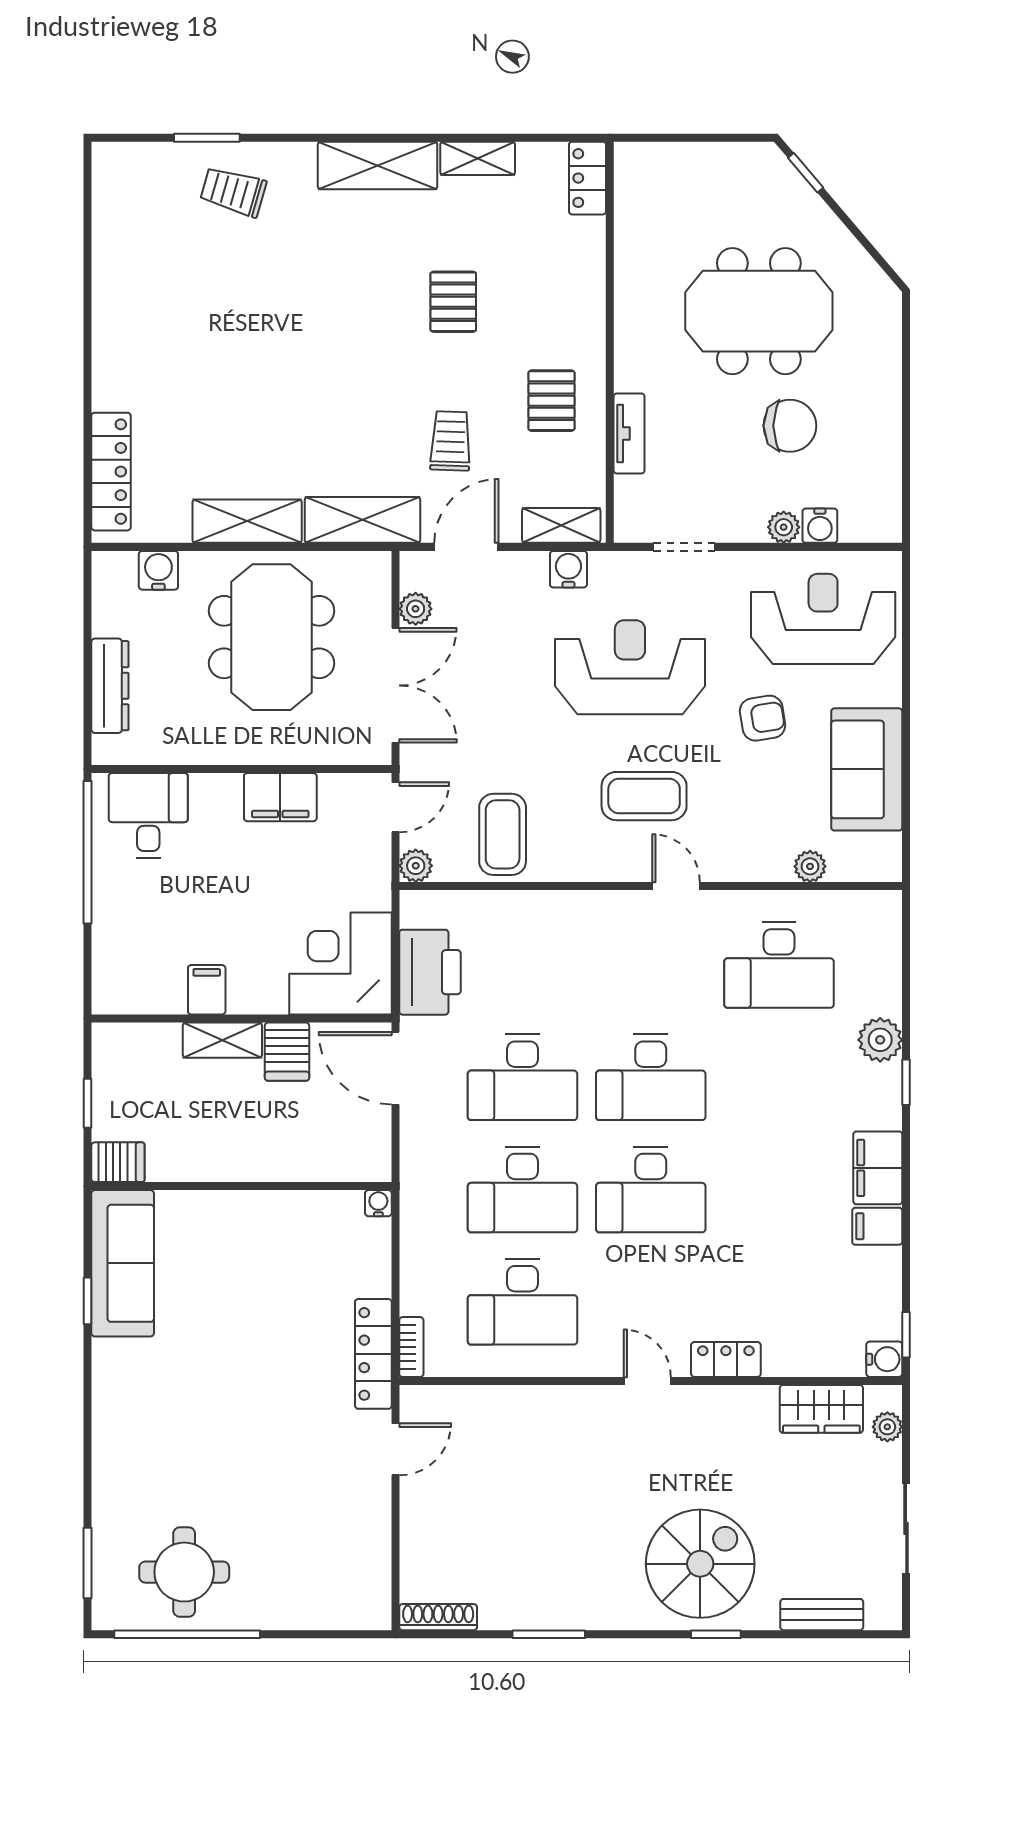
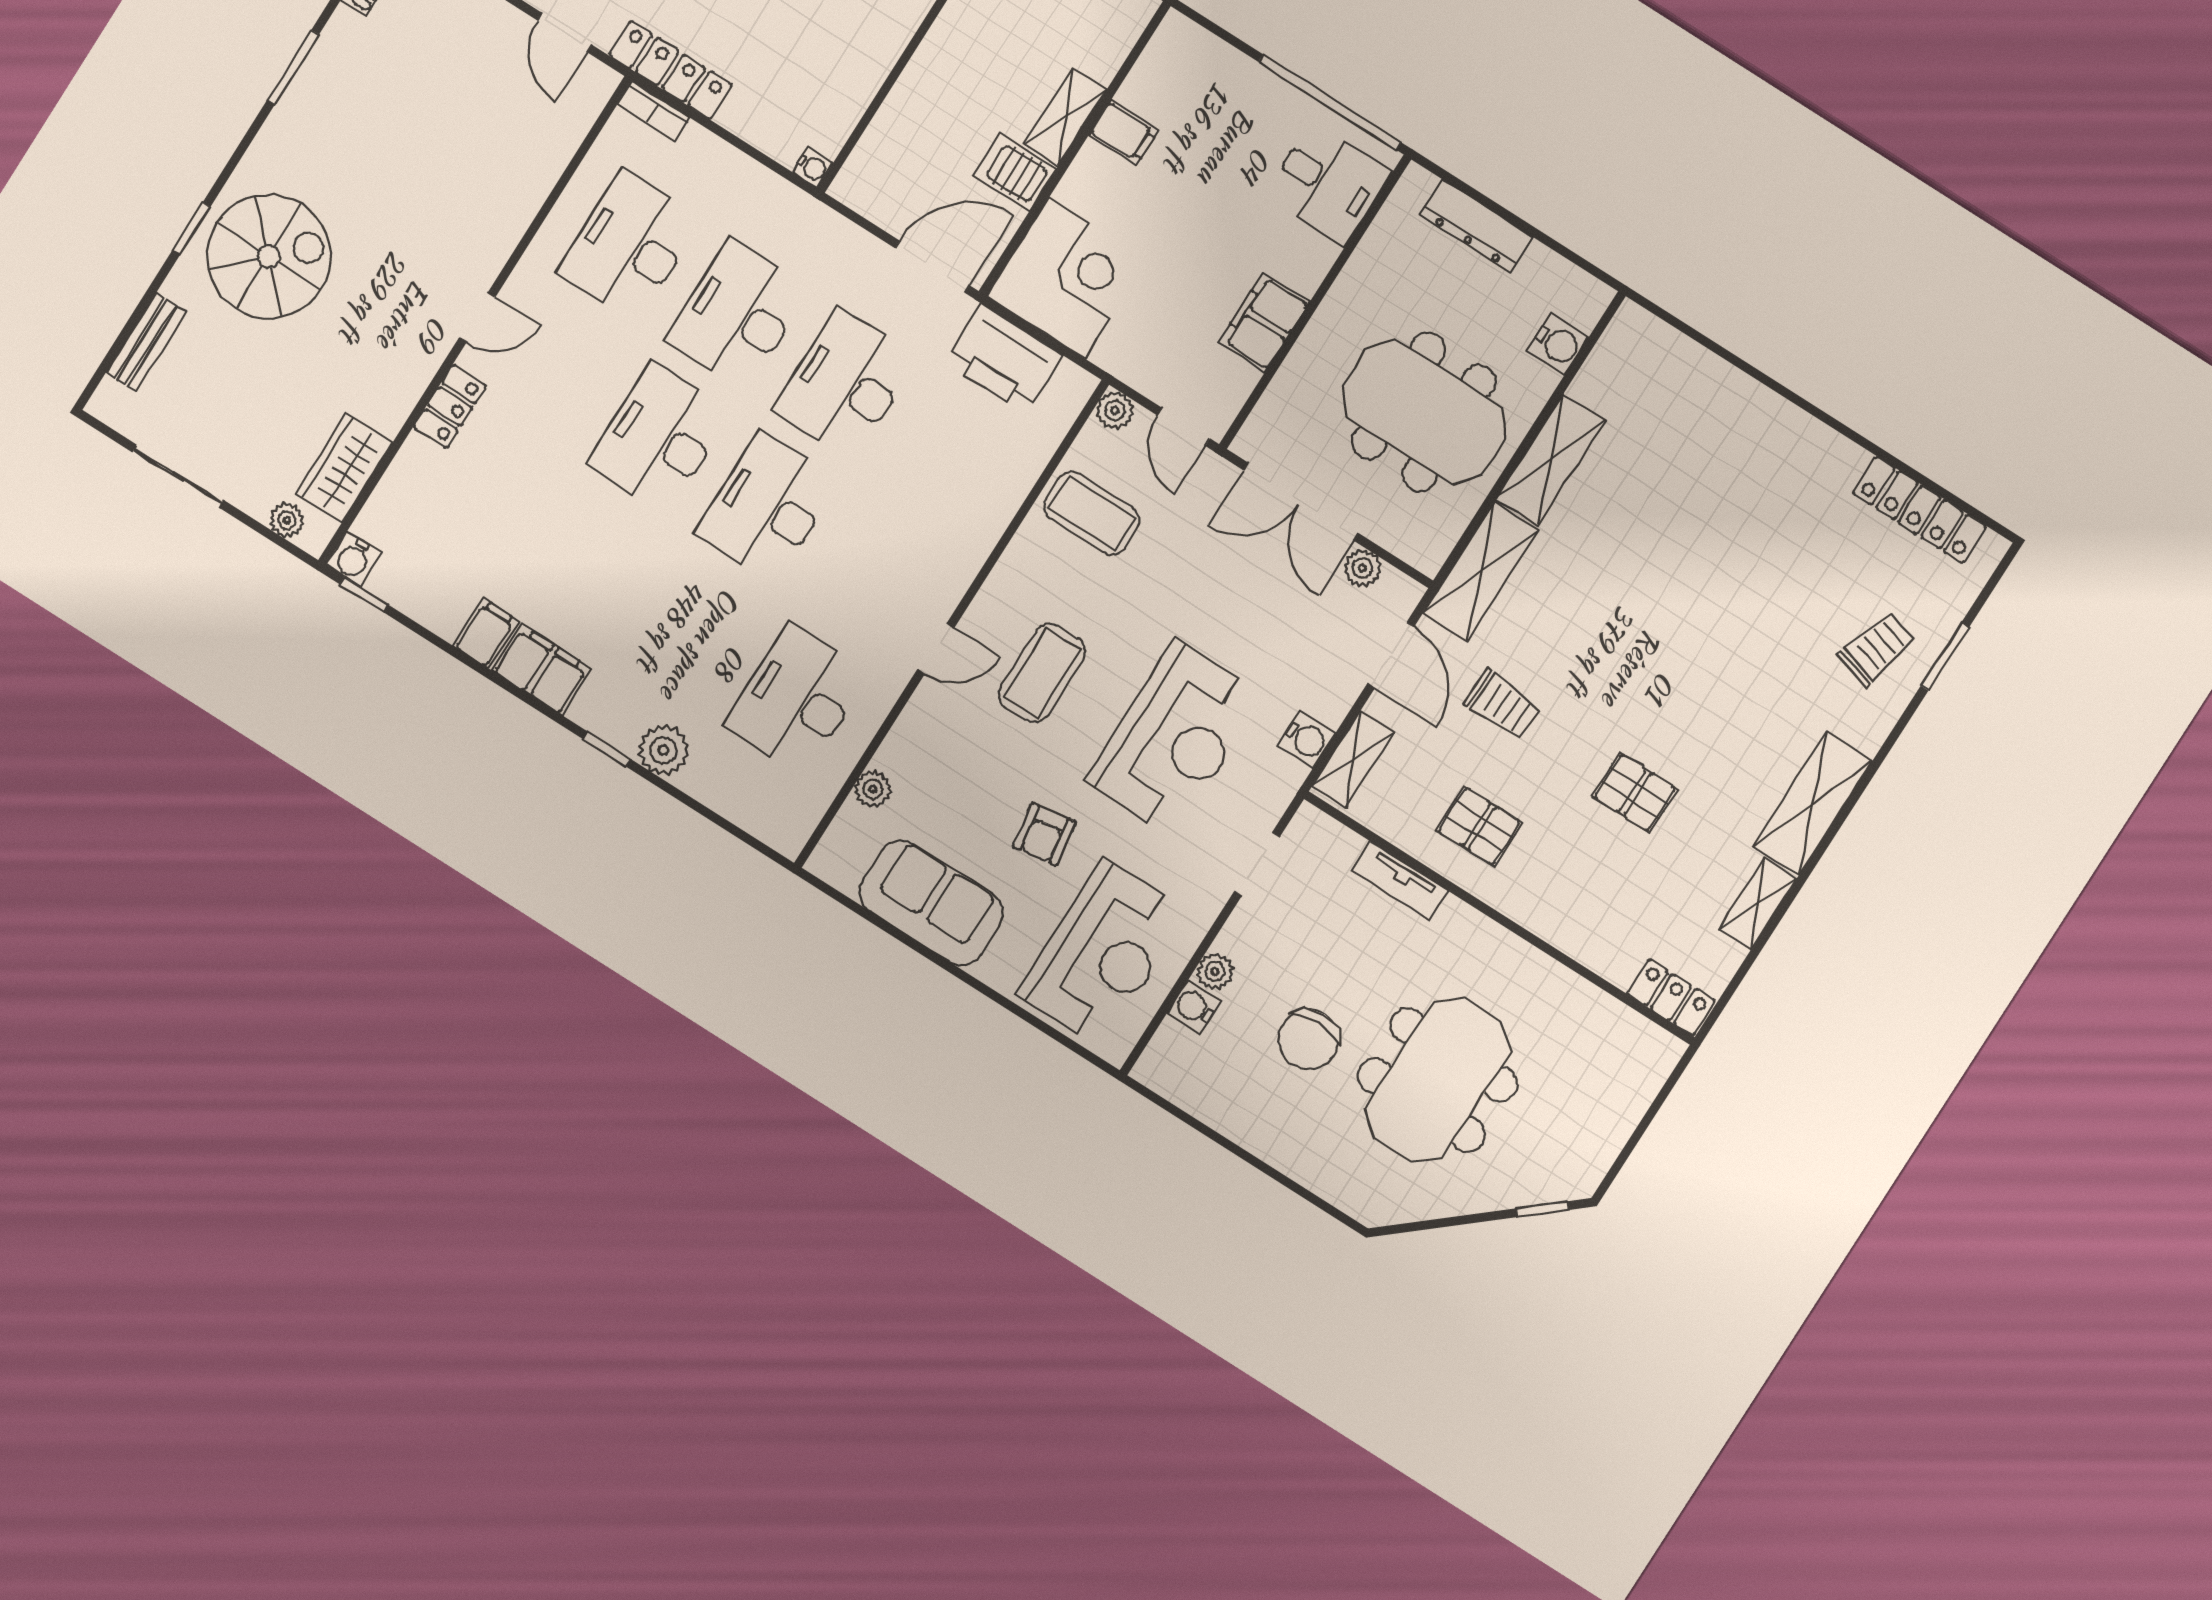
locker: (111, 472) -> (1919, 510), moved
spiral stairs: (700, 1564) -> (269, 256), turned -90

